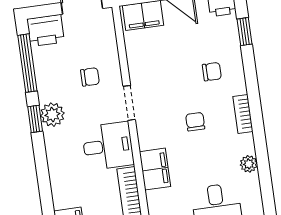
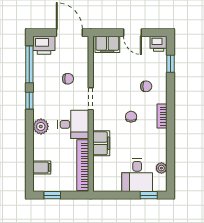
plant: (52, 115) -> (41, 126), moved
plant: (249, 164) -> (161, 168), moved

